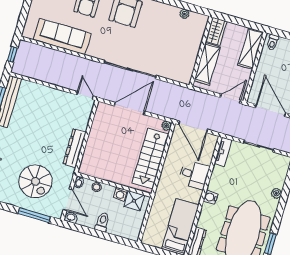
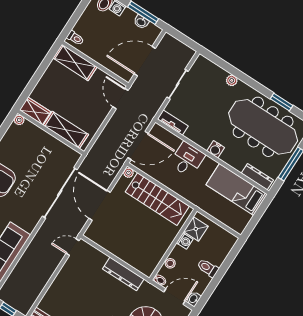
wardrobe: (216, 31) -> (35, 111), moved
wall: (201, 51) -> (51, 132), moved
shelving: (207, 64) -> (66, 130), moved

